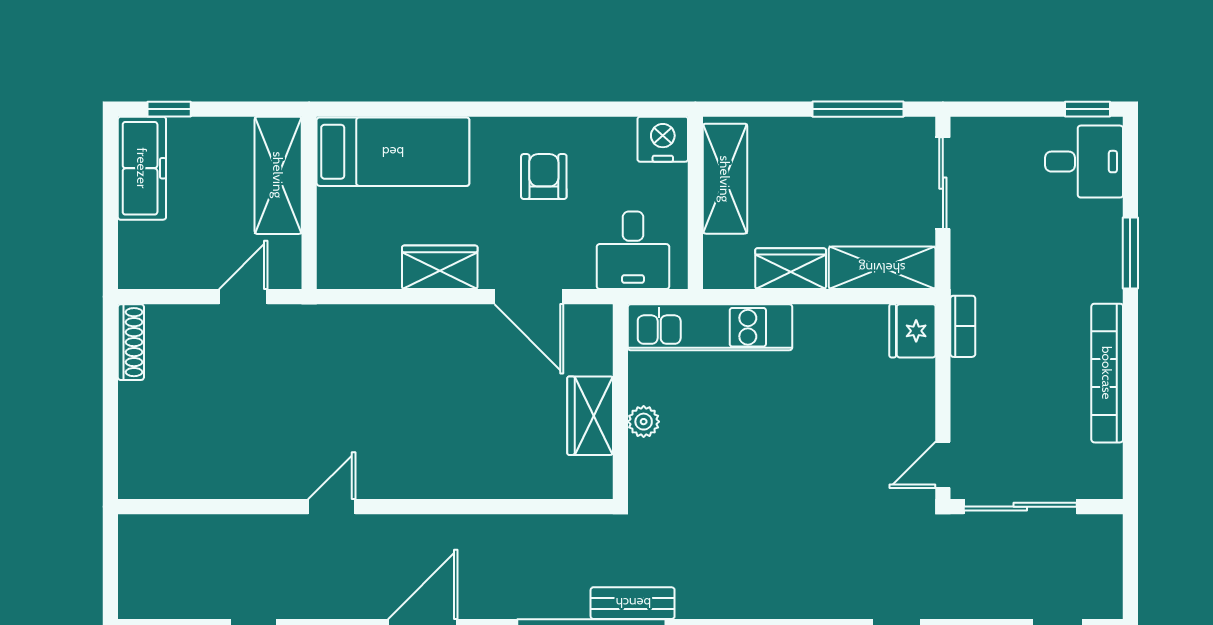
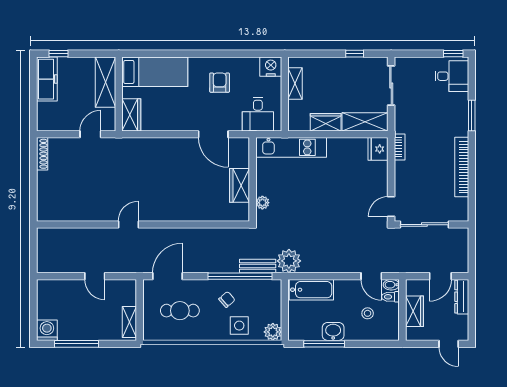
window: (858, 109) -> (355, 54), width x0.46
shelving: (725, 179) -> (295, 84), width x0.67, depth x0.75
wardrobe: (440, 267) -> (131, 115), moved, turned 90
plant: (644, 422) -> (262, 203), moved
plant: (705, 591) -> (289, 261), added

